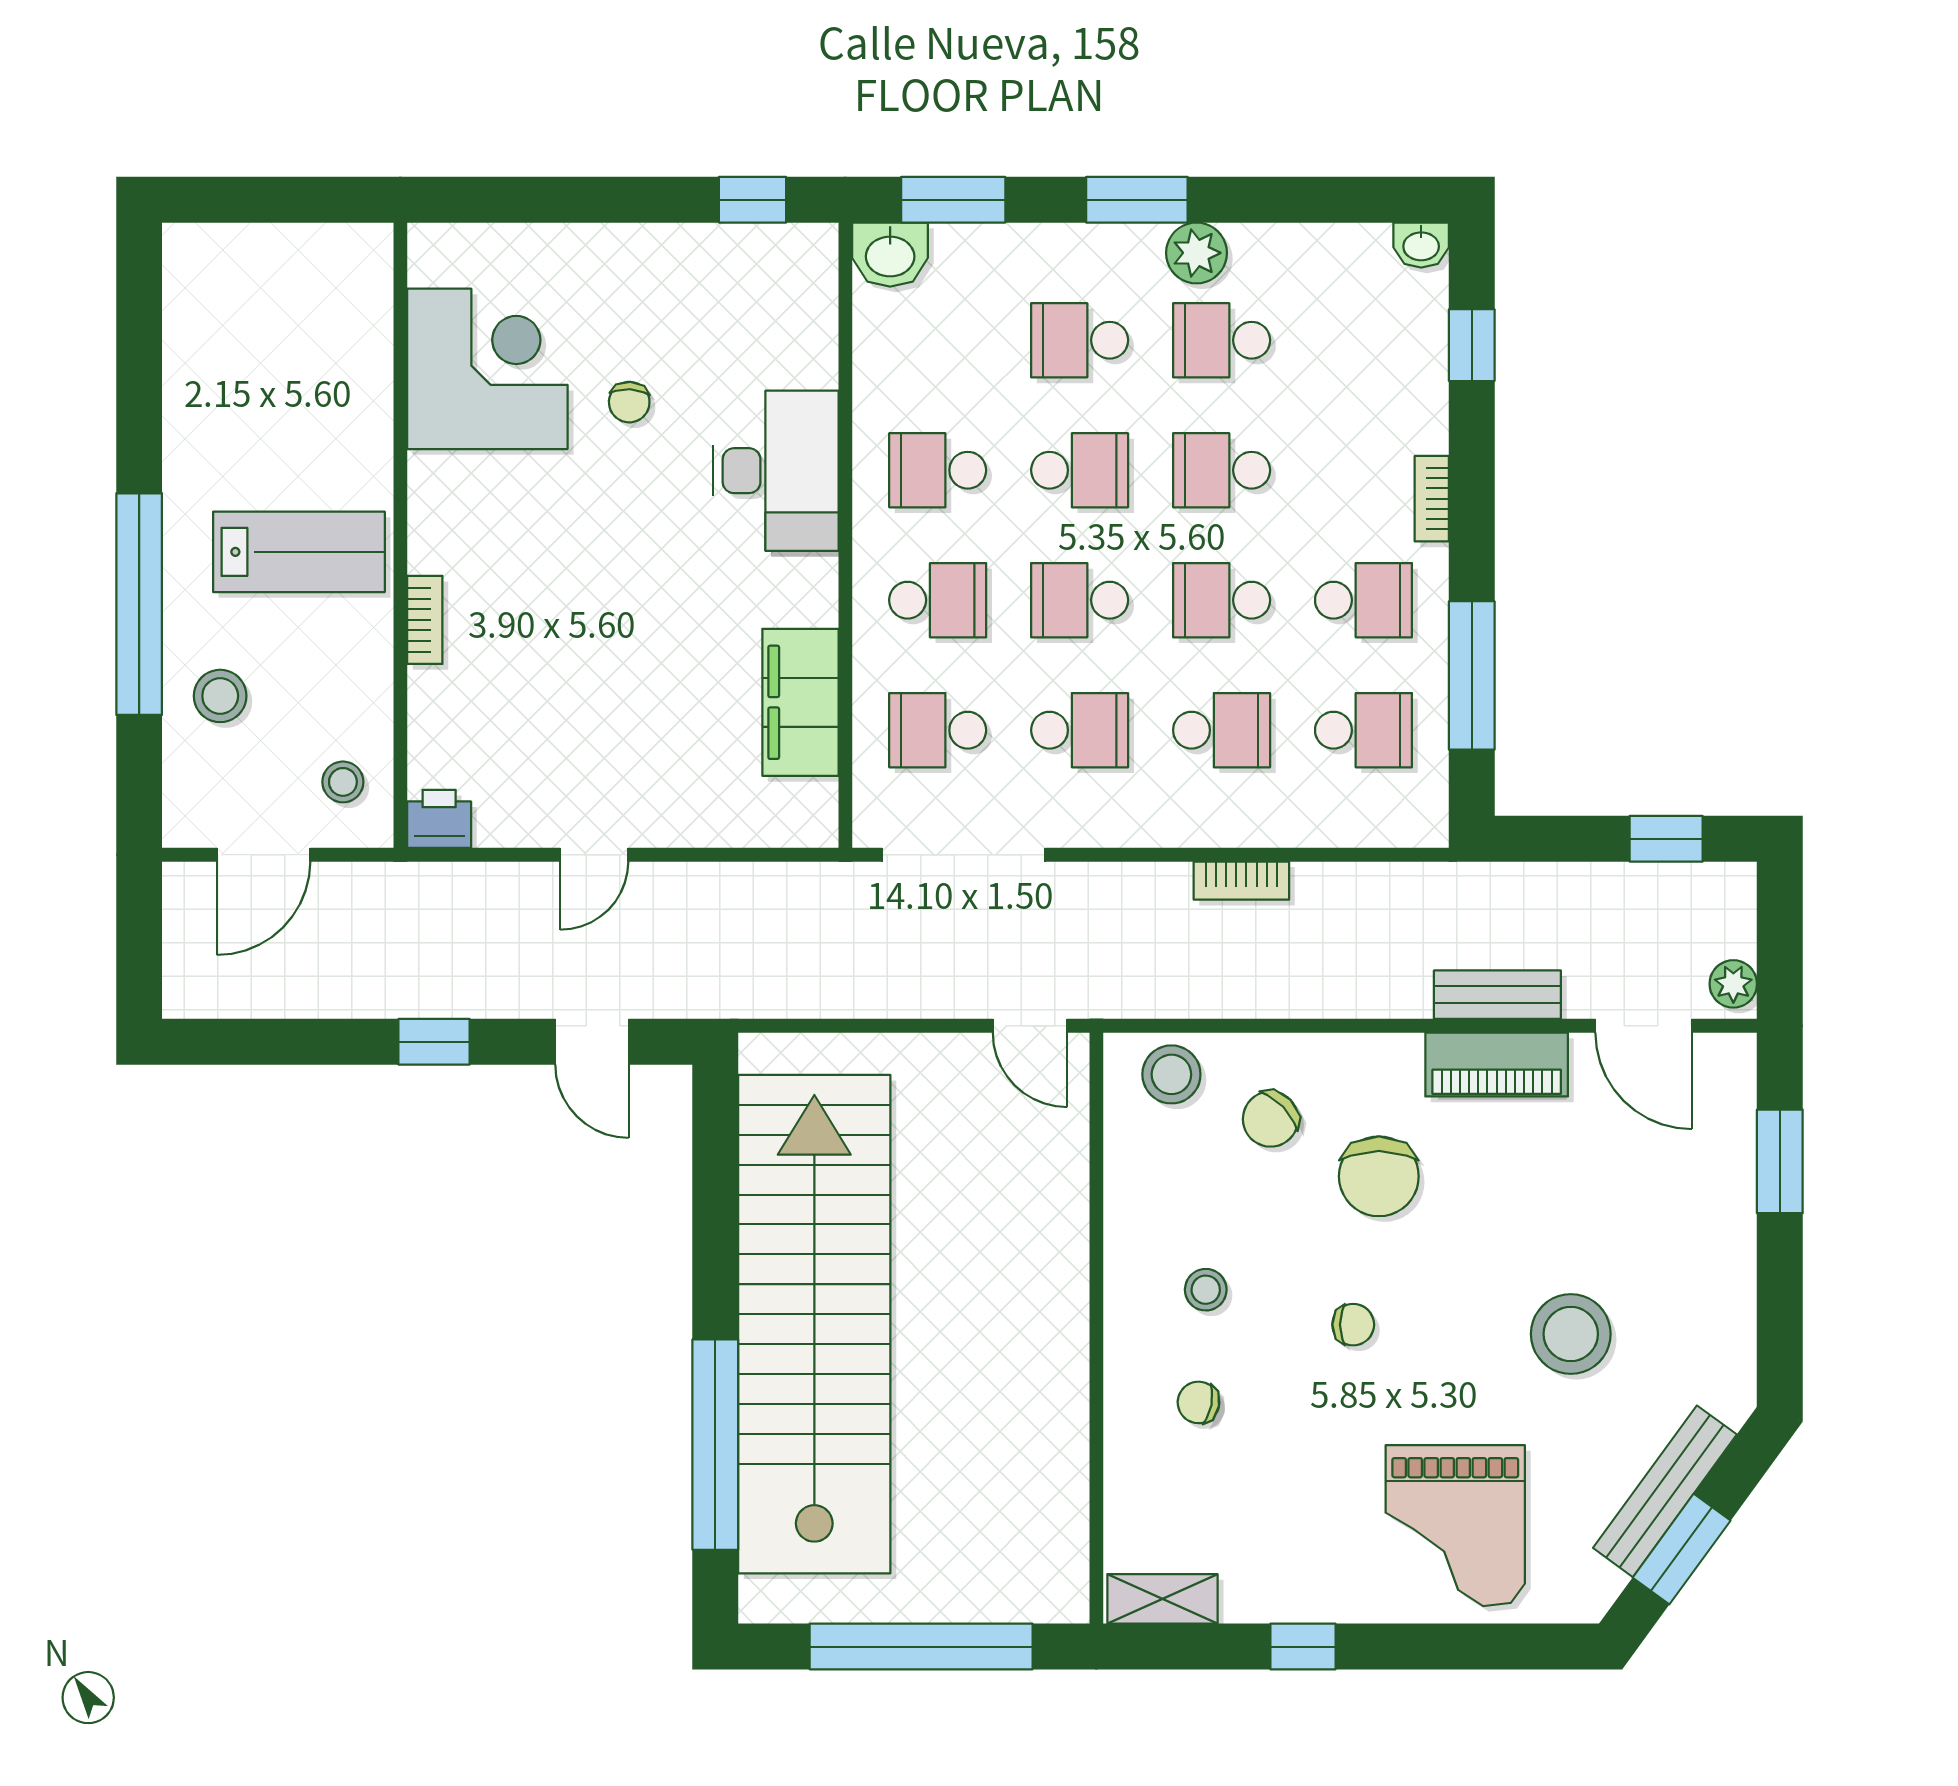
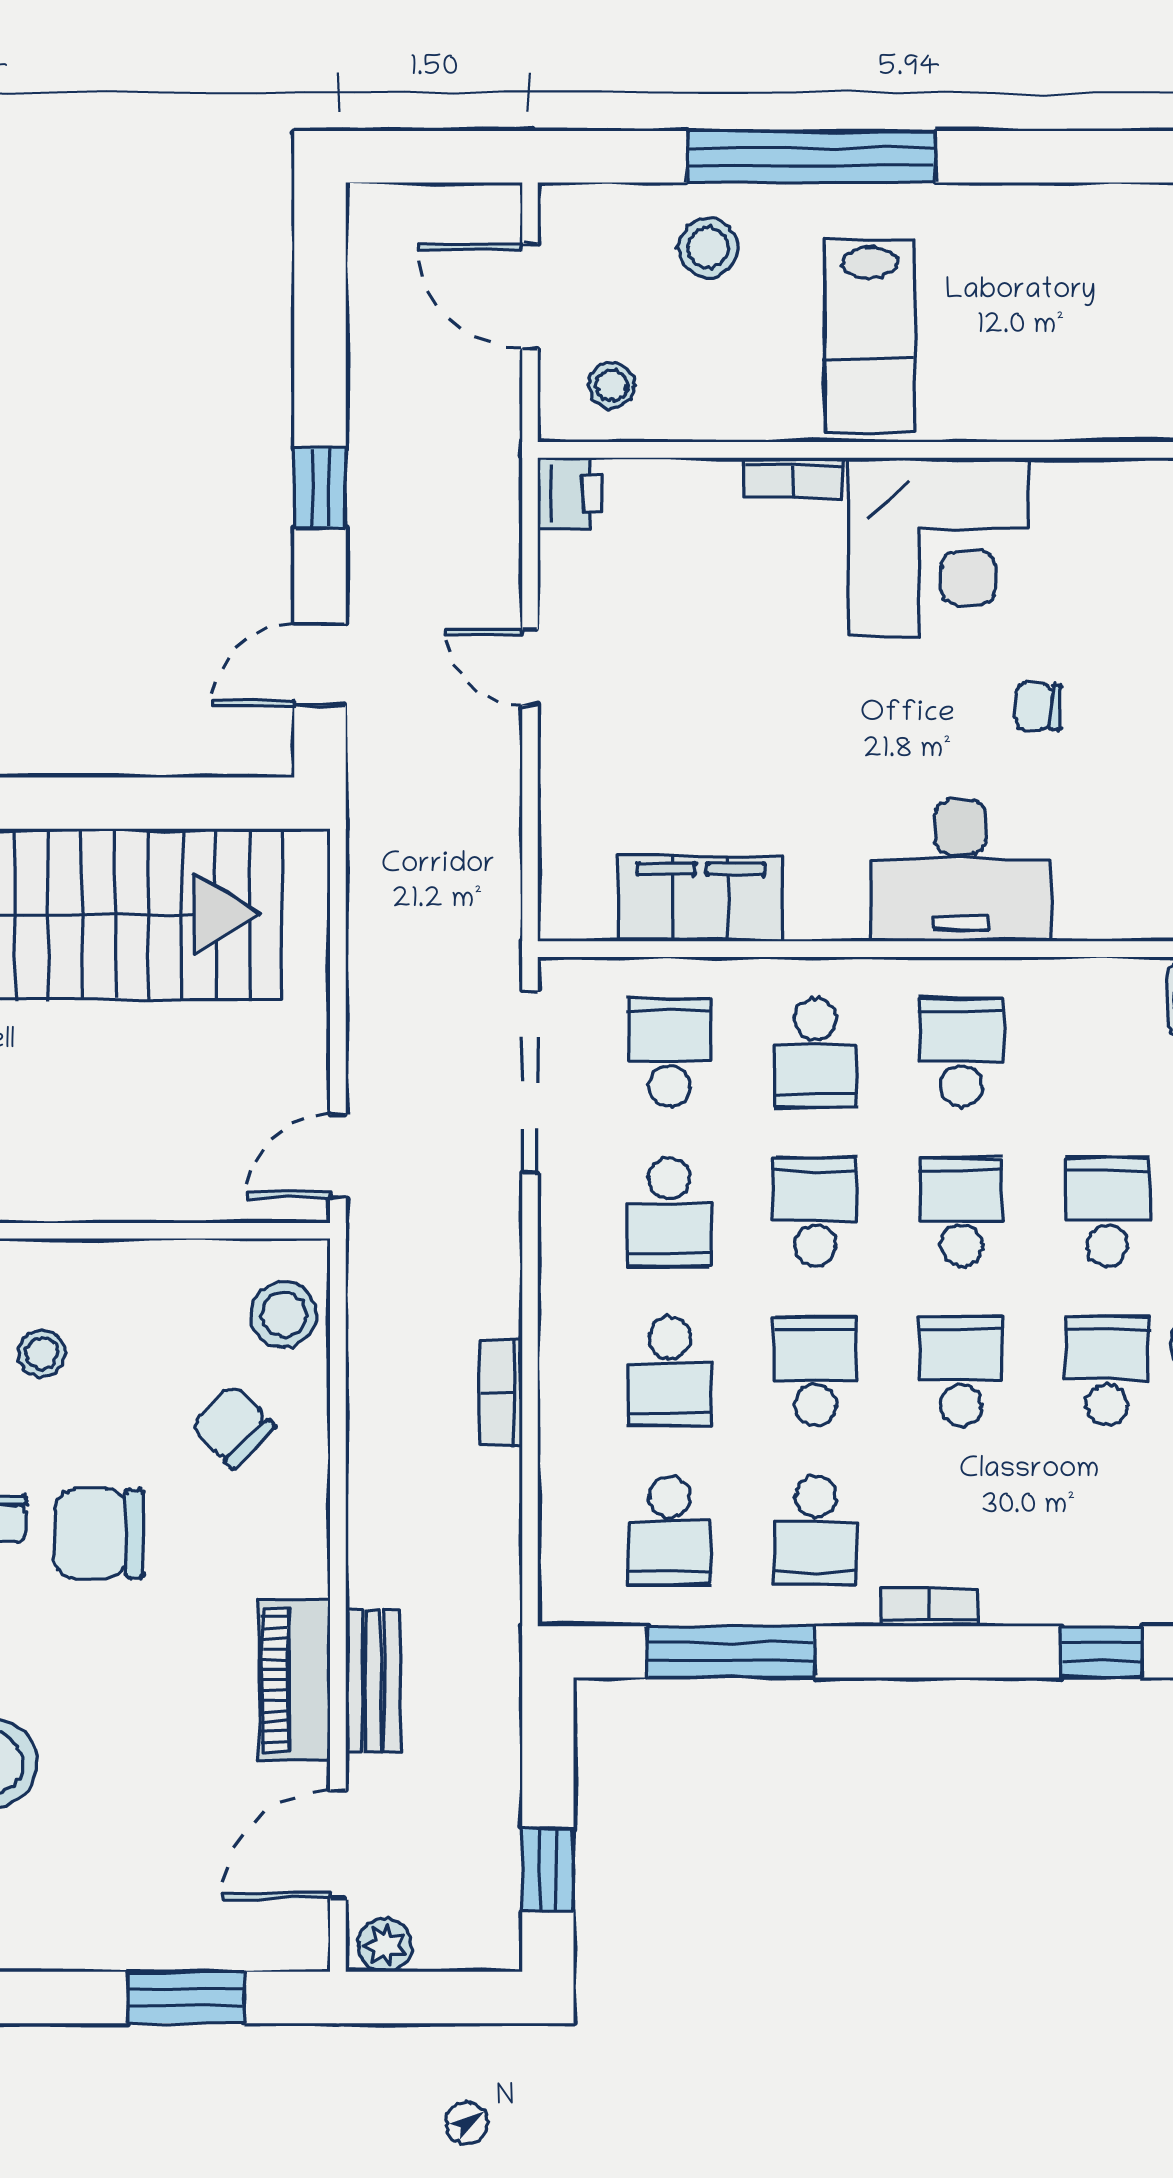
corner desk: (487, 369) -> (938, 547), moved
school desk: (1080, 470) -> (961, 1212), turned 180
chair: (1379, 1176) -> (99, 1534), moved

